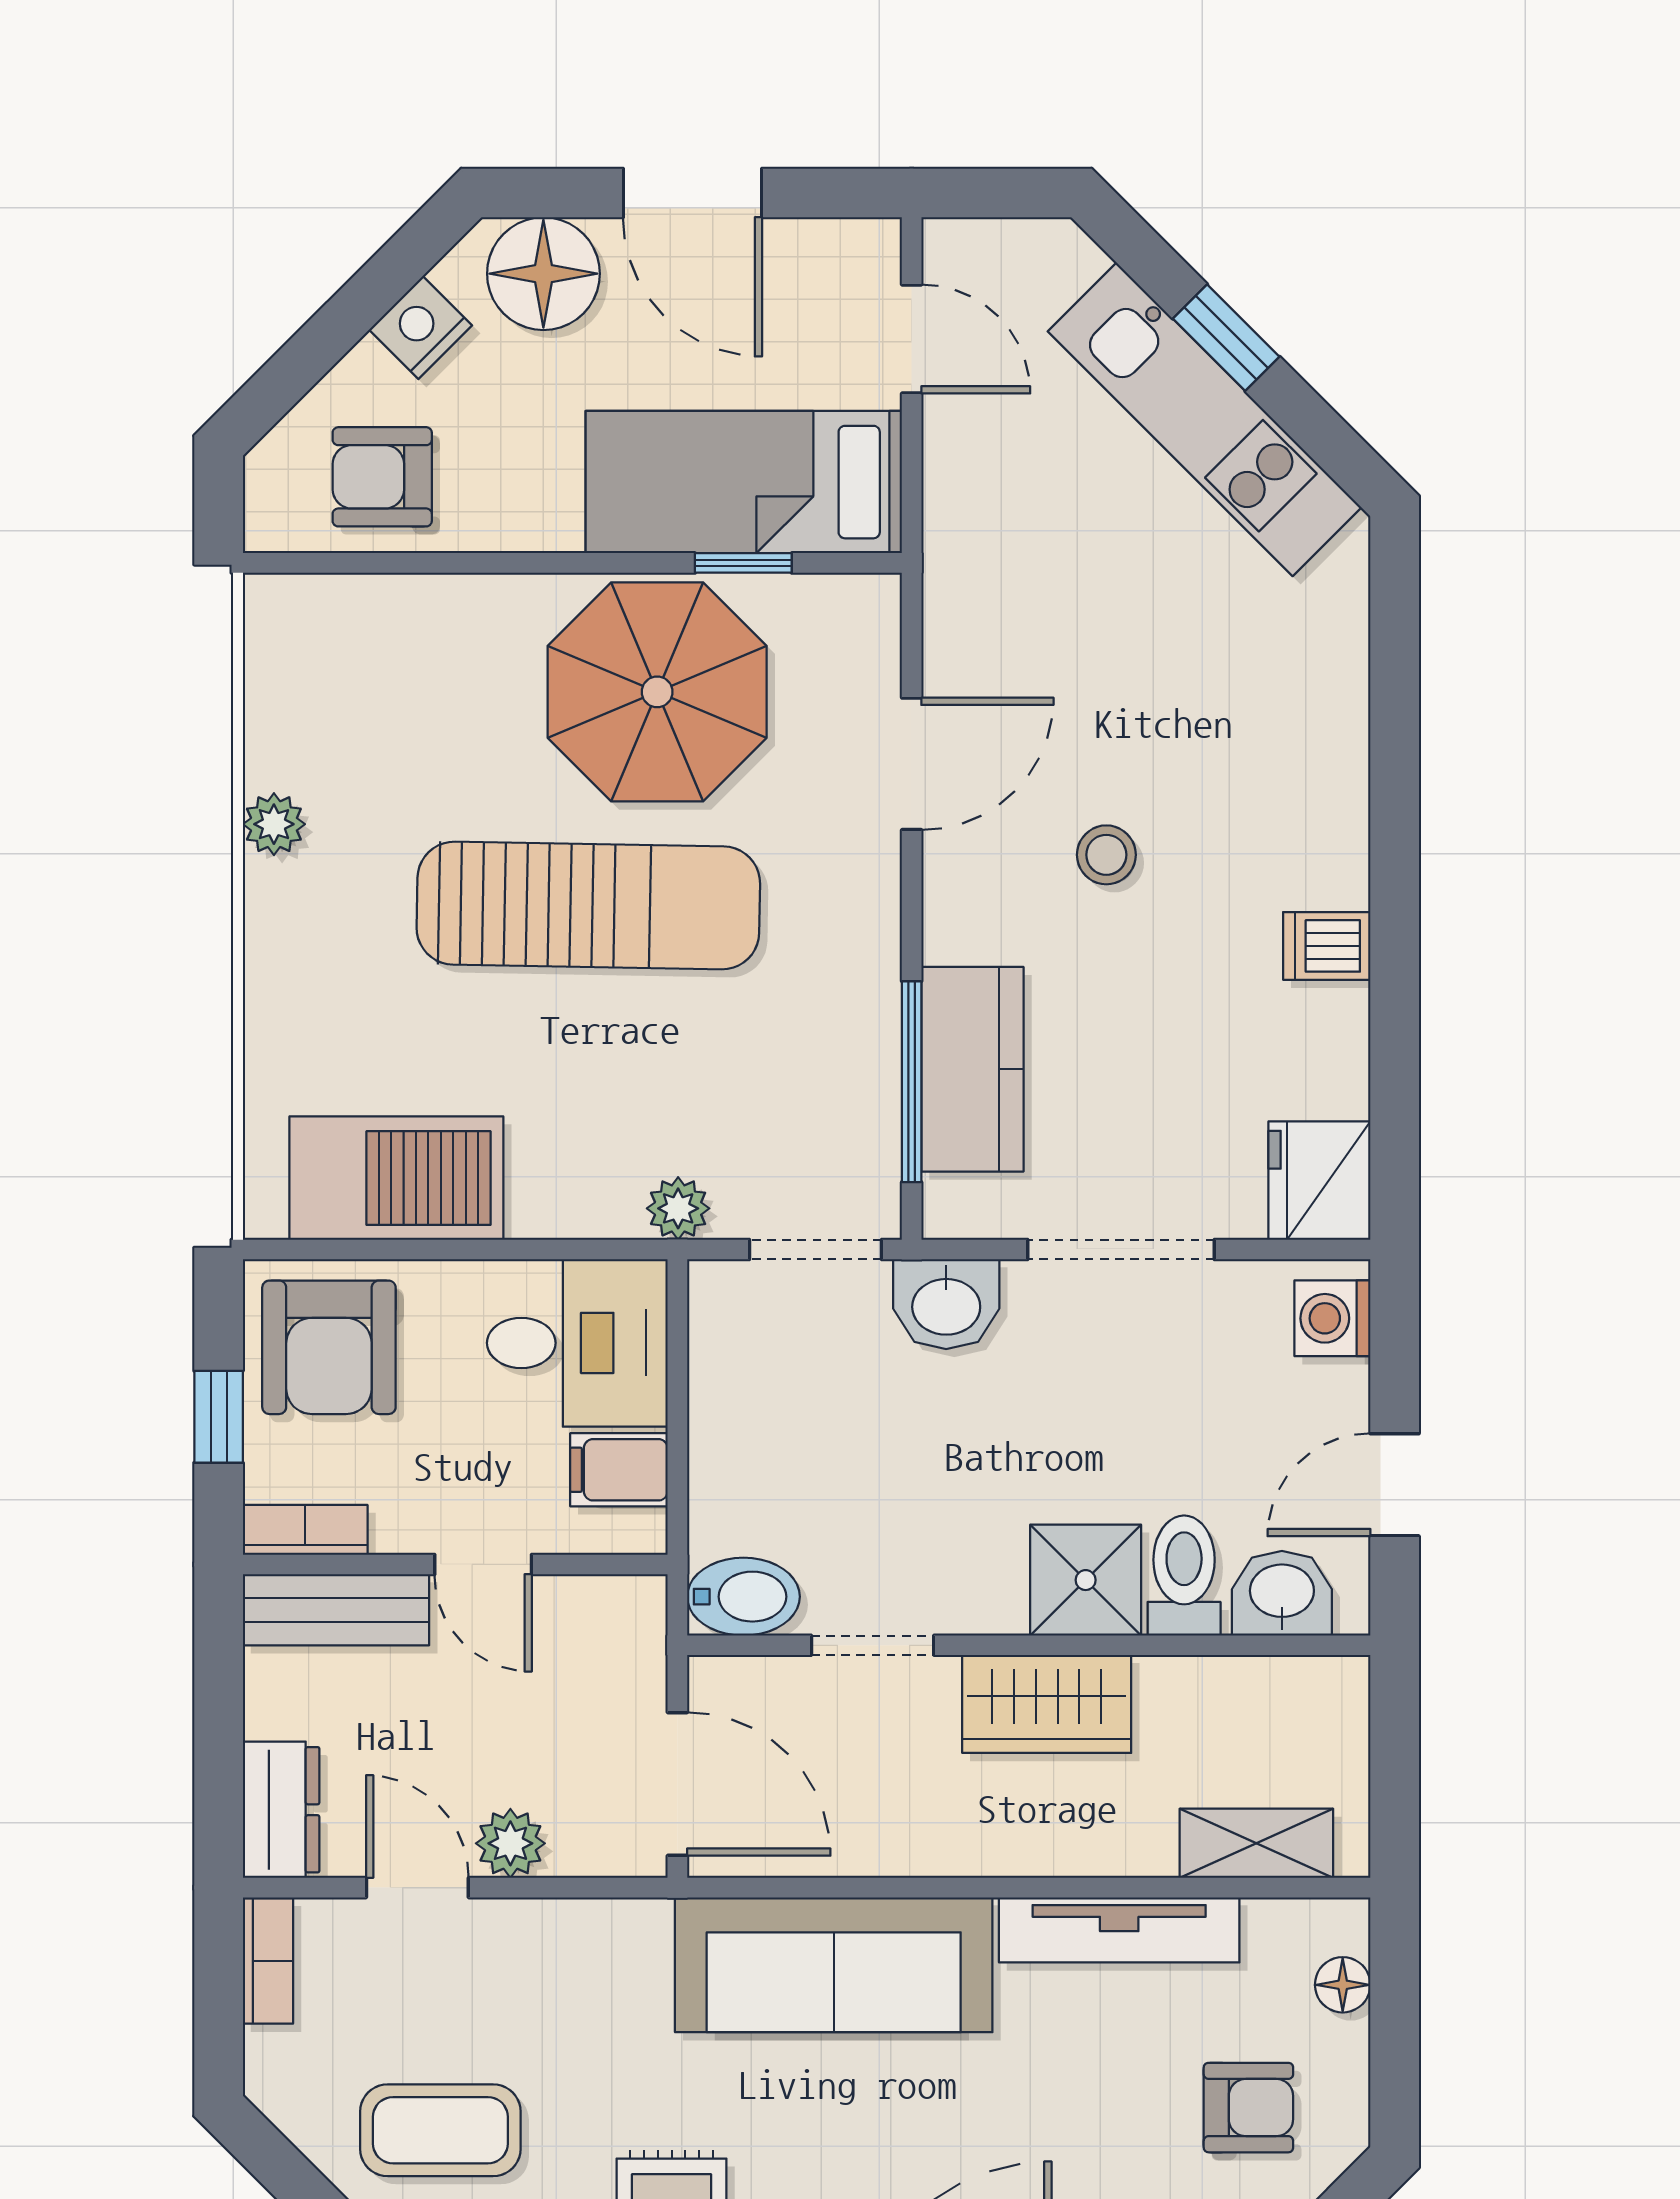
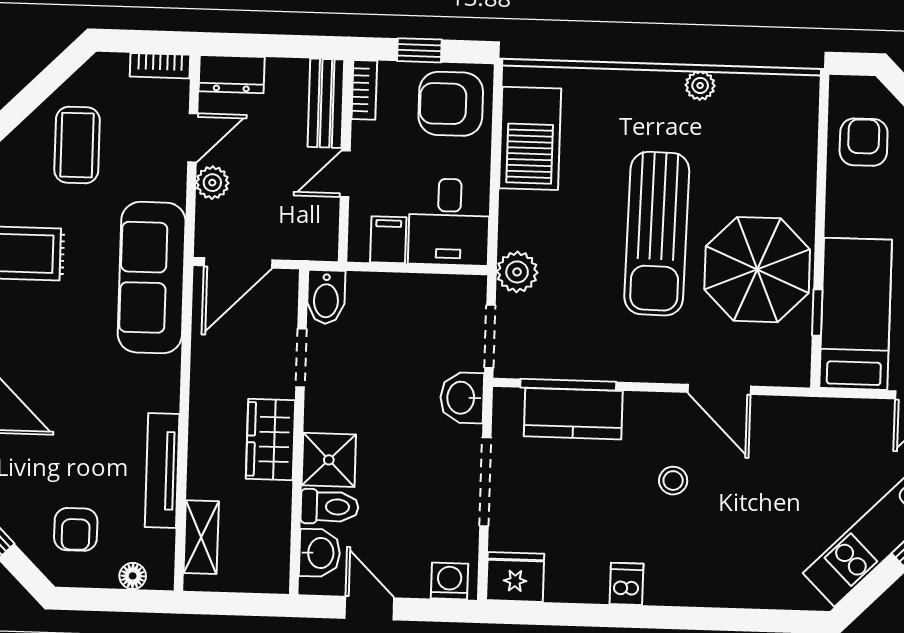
plant: (678, 1208) -> (517, 272), width x1.38, depth x1.38
sofa: (834, 1965) -> (152, 278), moved

